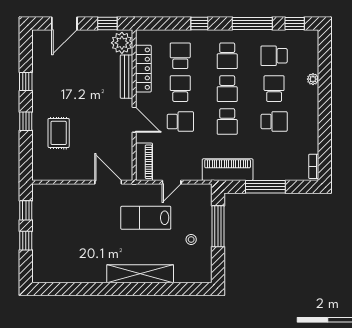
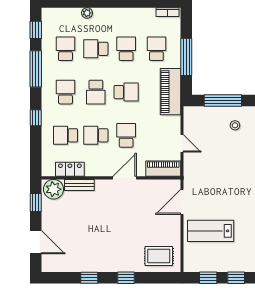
school desk: (227, 56) -> (65, 92), turned -90
school desk: (274, 56) -> (65, 49), turned 180
locker: (143, 69) -> (70, 169), width x0.66
bench: (126, 77) -> (79, 185), width x0.73
school desk: (227, 89) -> (96, 92), turned 90
rug: (59, 133) -> (159, 256), moved
school desk: (274, 154) -> (156, 49), added
lab bench: (146, 218) -> (211, 231), moved, turned 90

